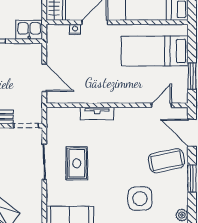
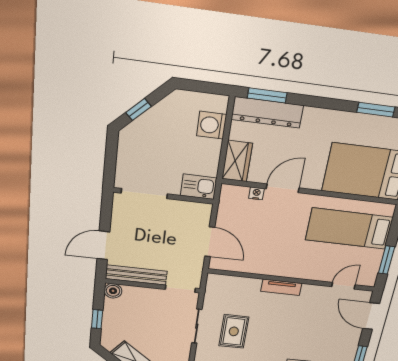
tv unit: (97, 114) -> (281, 287), moved
coffee table: (166, 161) -> (336, 339), removed

